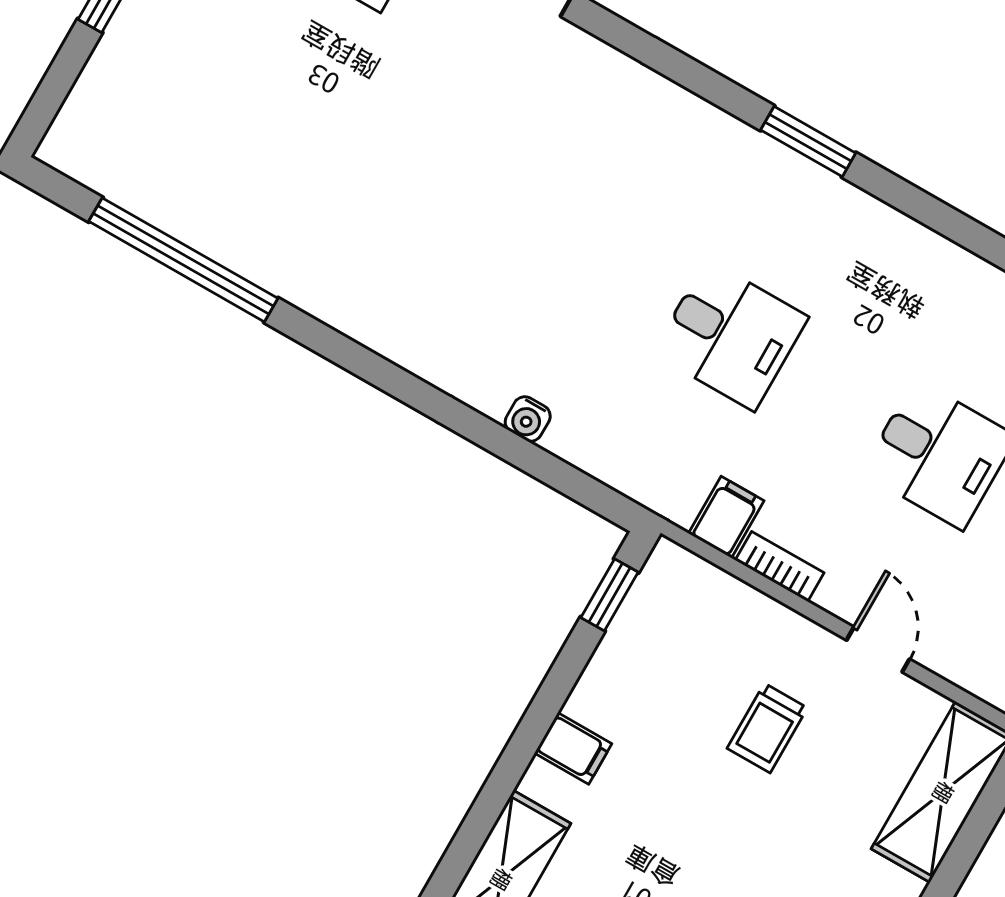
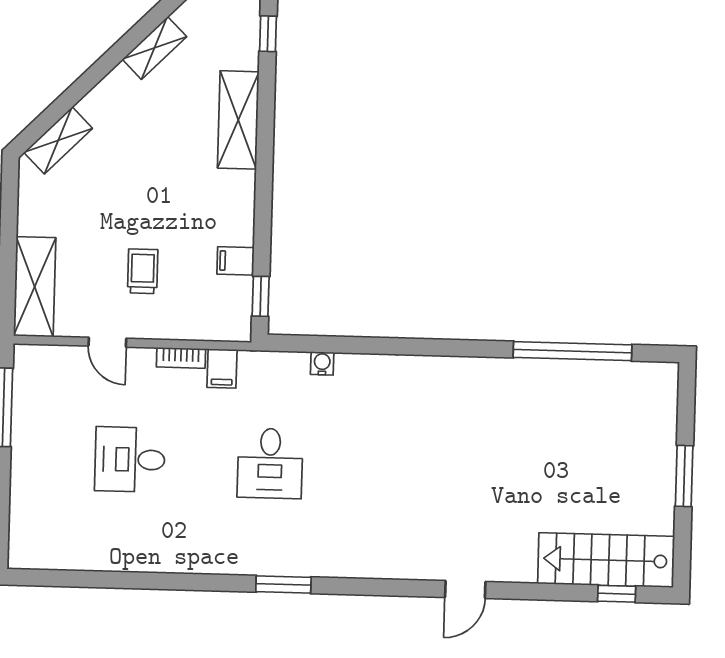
desk: (731, 335) -> (270, 463), turned -90
water cooler: (528, 419) -> (322, 363), moved
filing cabinet: (573, 748) -> (235, 261), moved

